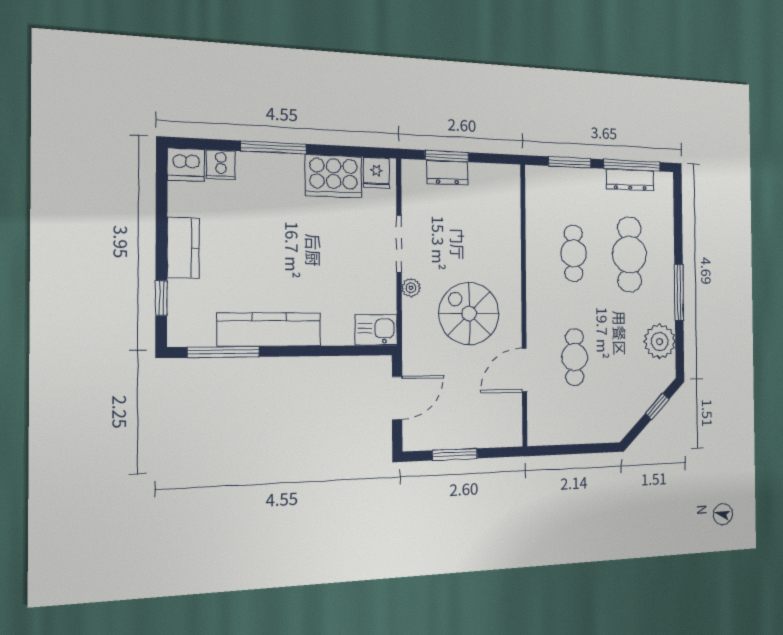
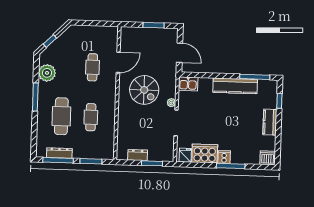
cooker: (221, 165) -> (224, 157), moved
dresser: (447, 173) -> (138, 155), moved
door: (397, 398) -> (180, 53), swing flipped

